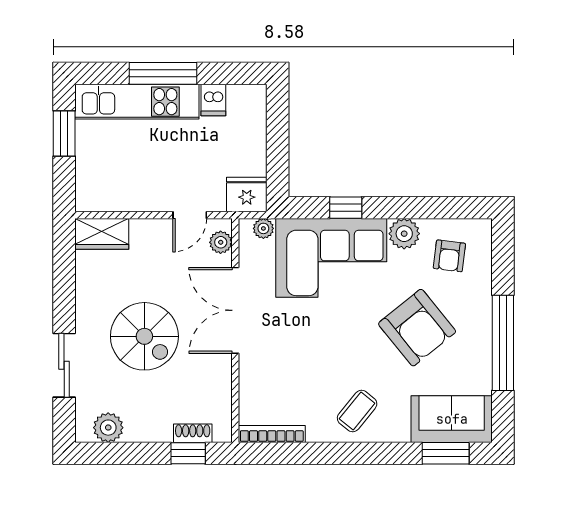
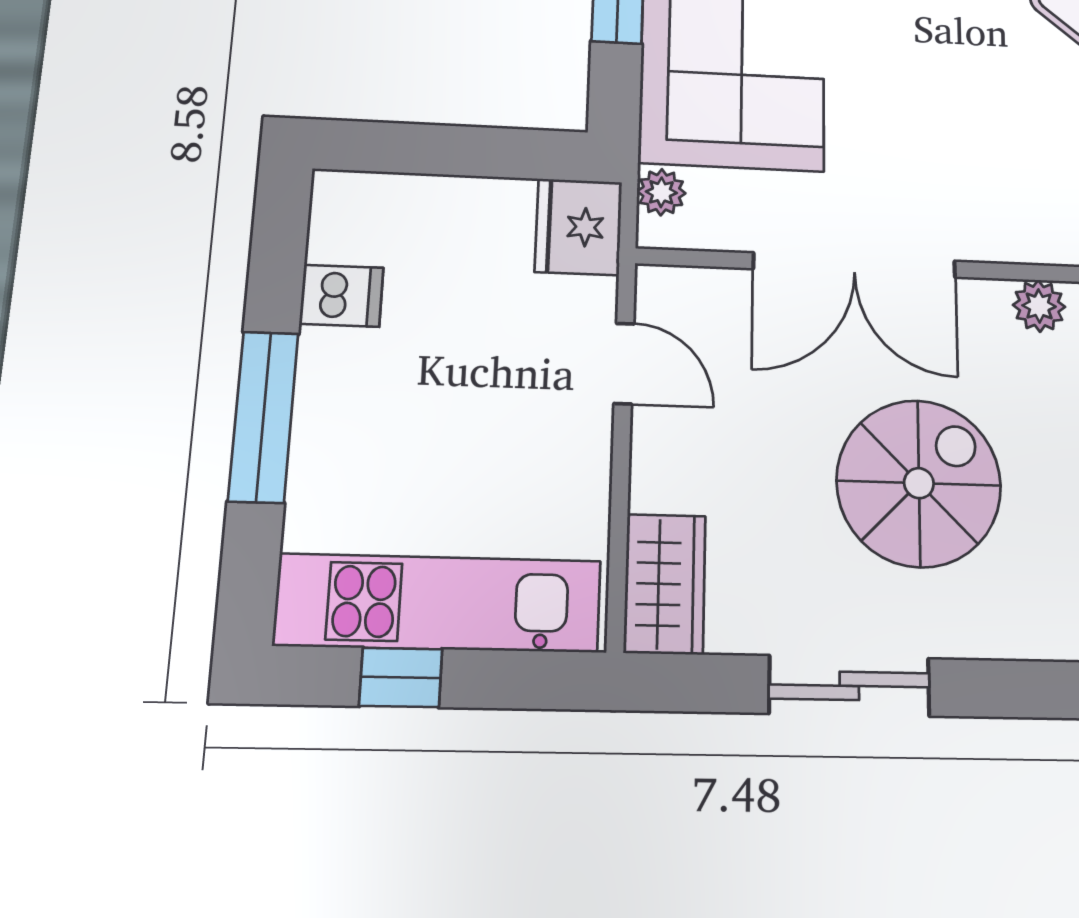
kitchen unit: (137, 102) -> (439, 603), moved, turned -90
window: (64, 134) -> (401, 677), width x0.67
plant: (221, 242) -> (1039, 306), moved
sliding door: (64, 365) -> (849, 686), moved

